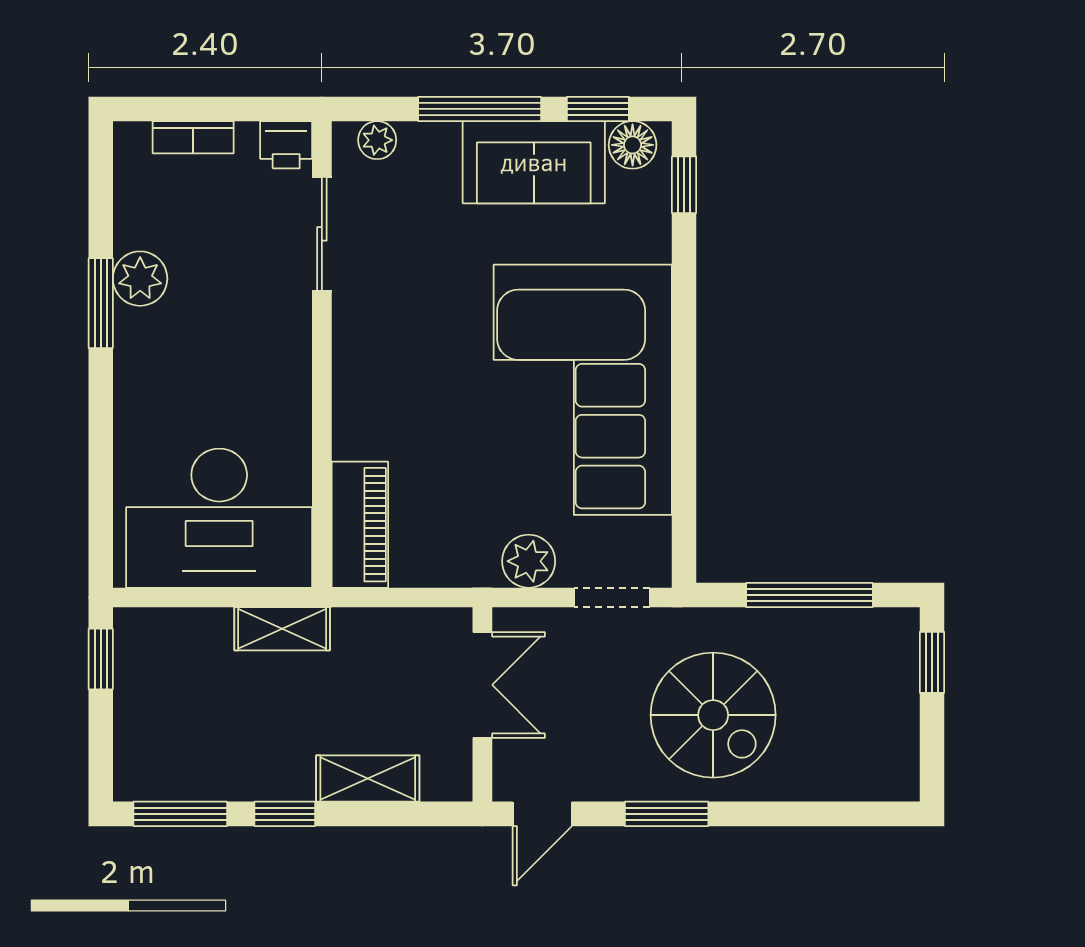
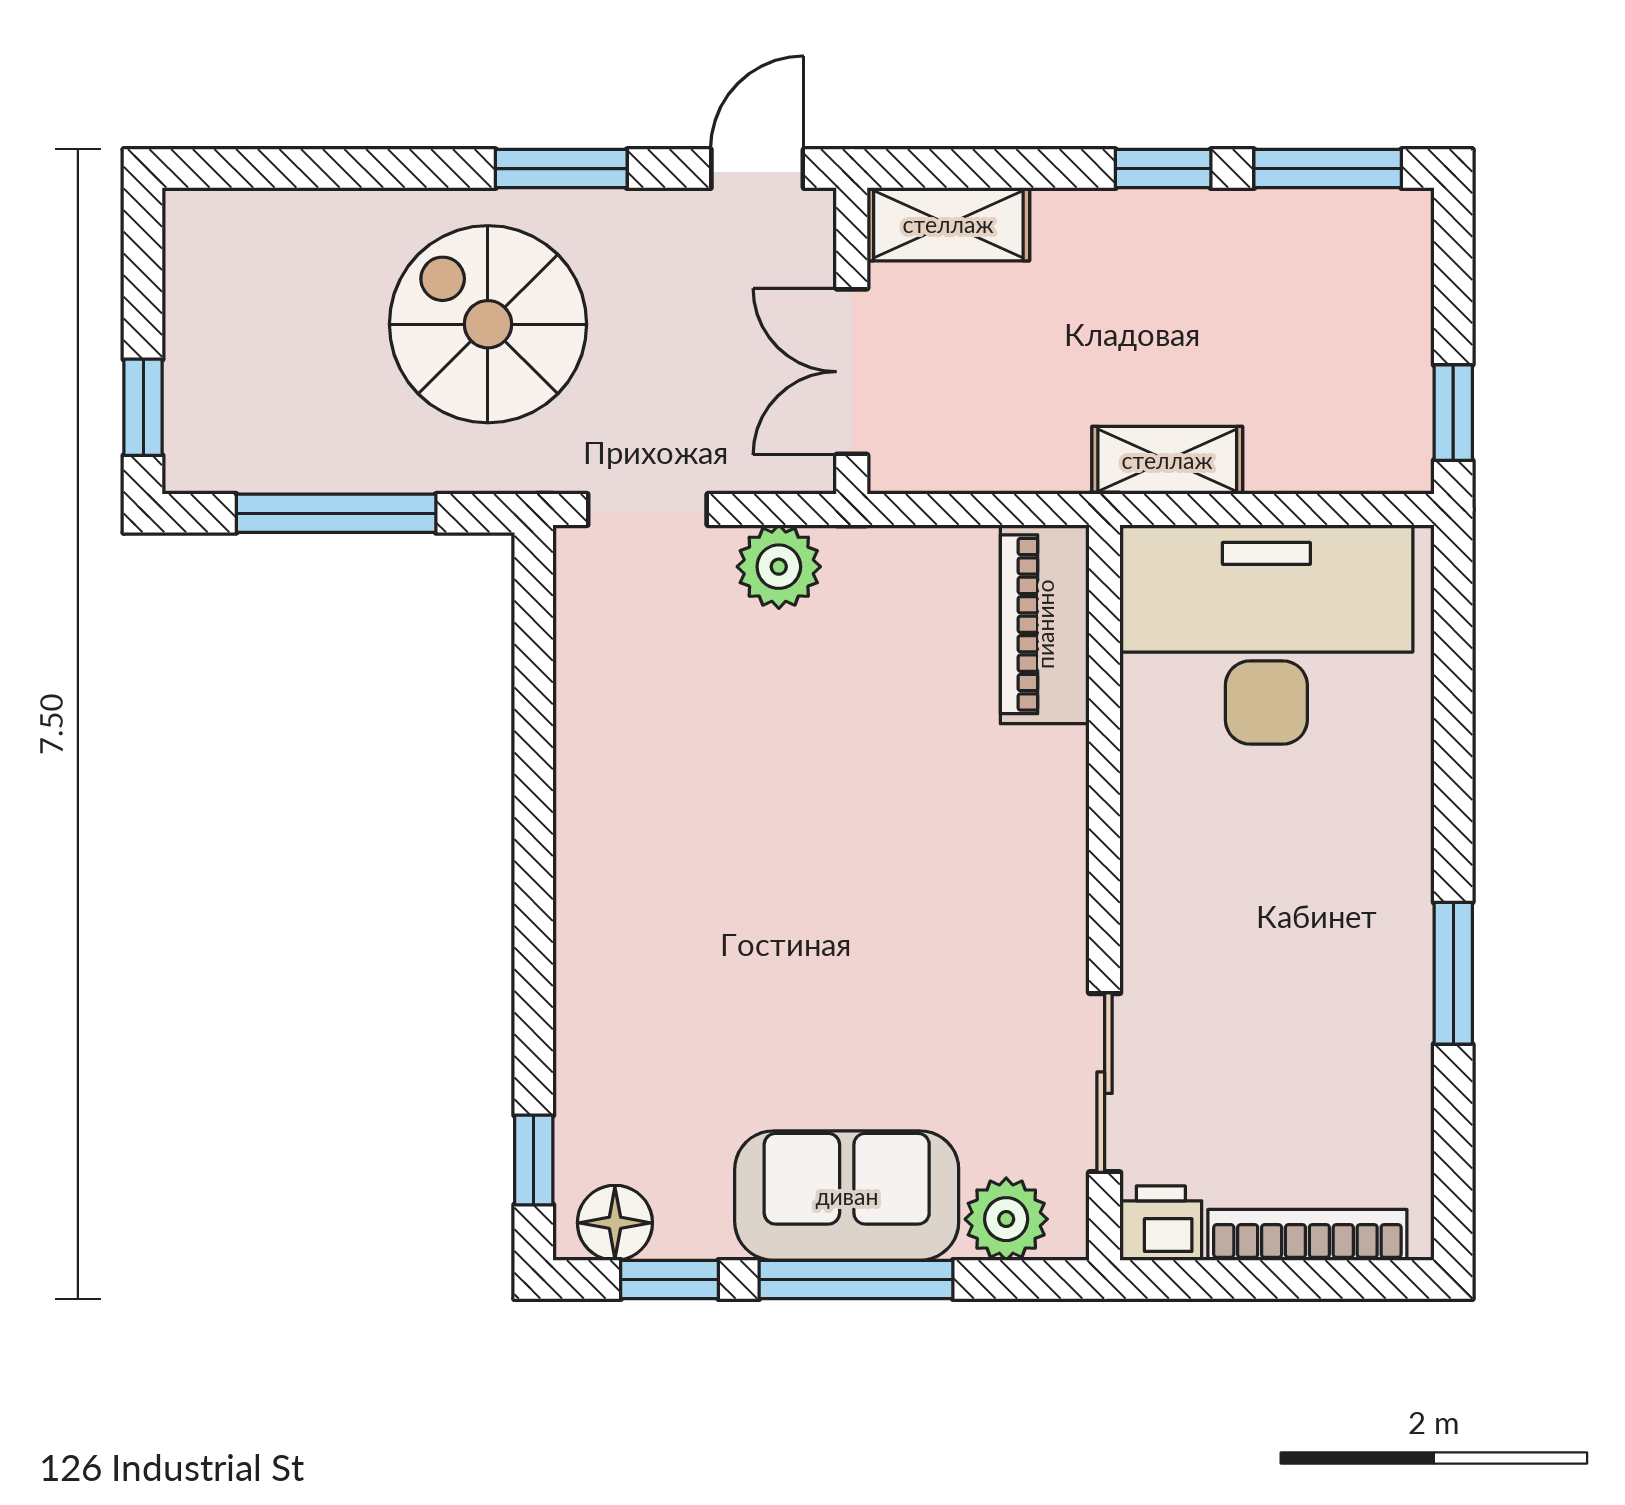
bookcase: (193, 137) -> (1307, 1235), width x1.56
plant: (377, 140) -> (1006, 1219), width x1.38, depth x1.38
sofa: (534, 162) -> (847, 1196), moved
plant: (140, 279) -> (1391, 1012), removed
corner sofa: (583, 390) -> (693, 837), removed
shelving: (368, 779) -> (948, 224), moved

